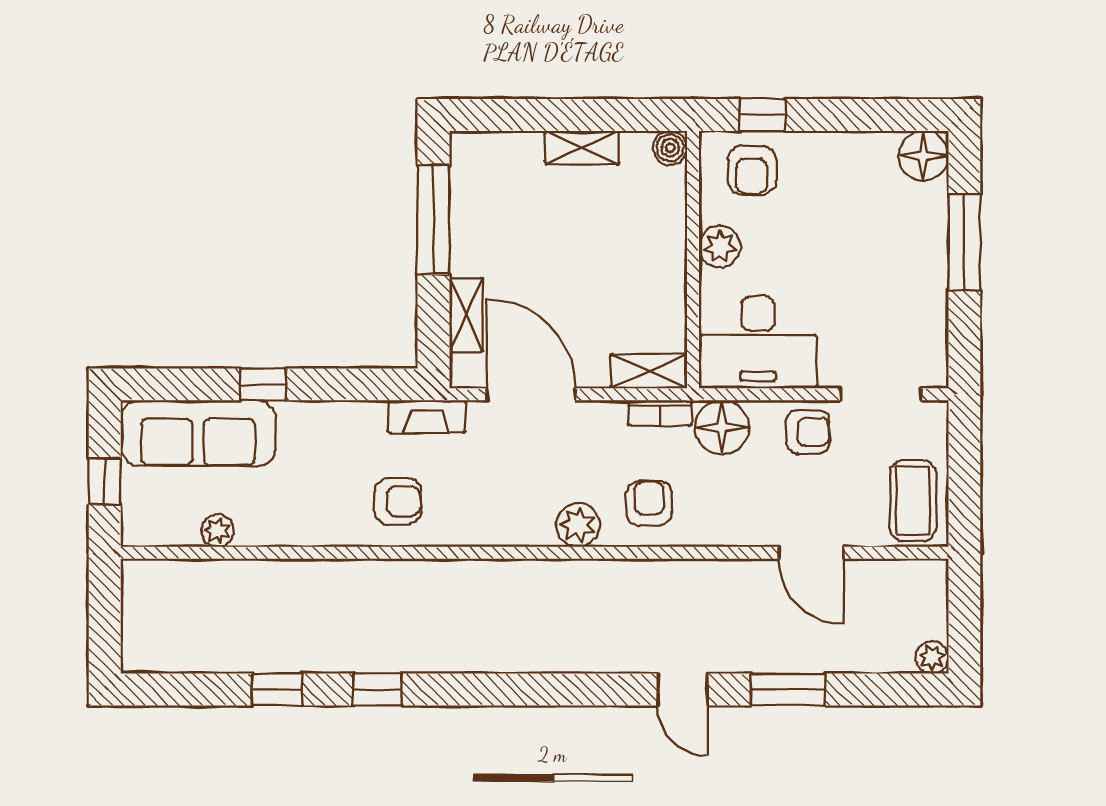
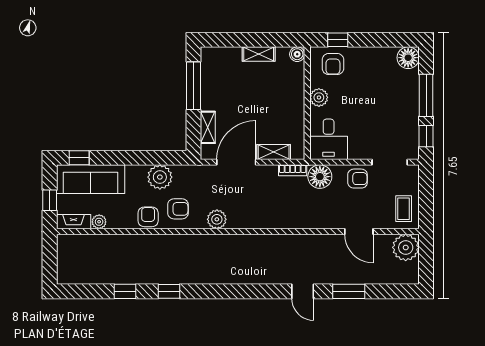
window: (964, 335) -> (426, 136), added
desk: (758, 342) -> (329, 139), width x0.73
shelving: (649, 371) -> (274, 152), moved
window: (263, 384) -> (79, 158), moved
door: (531, 394) -> (236, 162), hinge flipped
fireplace: (427, 417) -> (74, 222), moved, turned 180
plant: (357, 428) -> (160, 177), added
coffee table: (913, 501) -> (404, 209), width x0.73, depth x0.77
armchair: (649, 503) -> (148, 217), moved
plant: (578, 525) -> (217, 219), moved
plant: (932, 657) -> (406, 247), moved, width x1.87, depth x1.87

